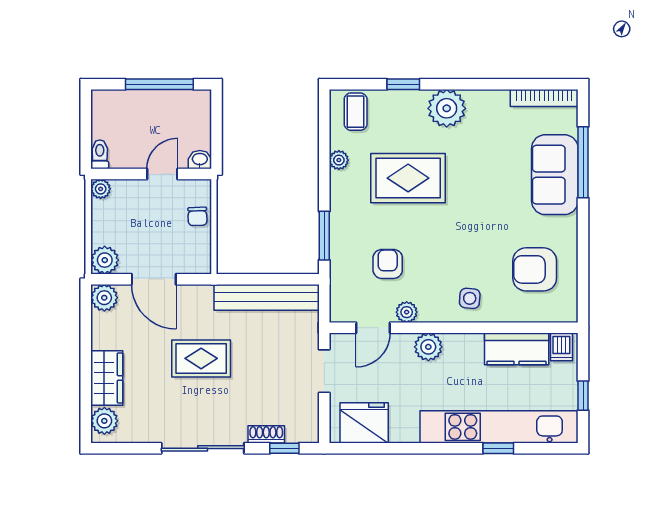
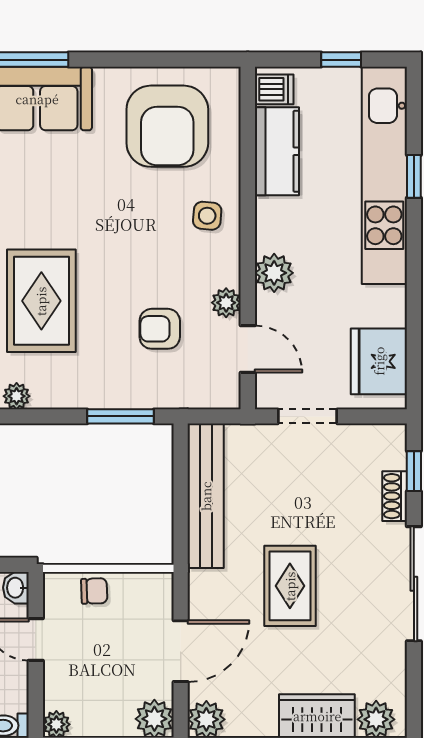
armchair: (535, 269) -> (167, 126), width x1.36, depth x1.36

